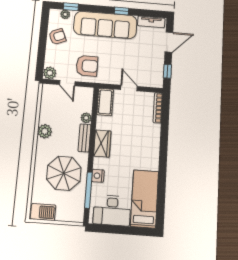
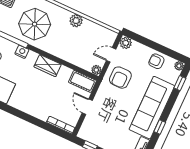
plant: (65, 14) -> (179, 66), moved
armchair: (57, 37) -> (156, 61), turned 113
door: (129, 88) -> (87, 107), swing flipped
plant: (86, 118) -> (96, 70), moved
bench: (84, 138) -> (58, 52), removed

